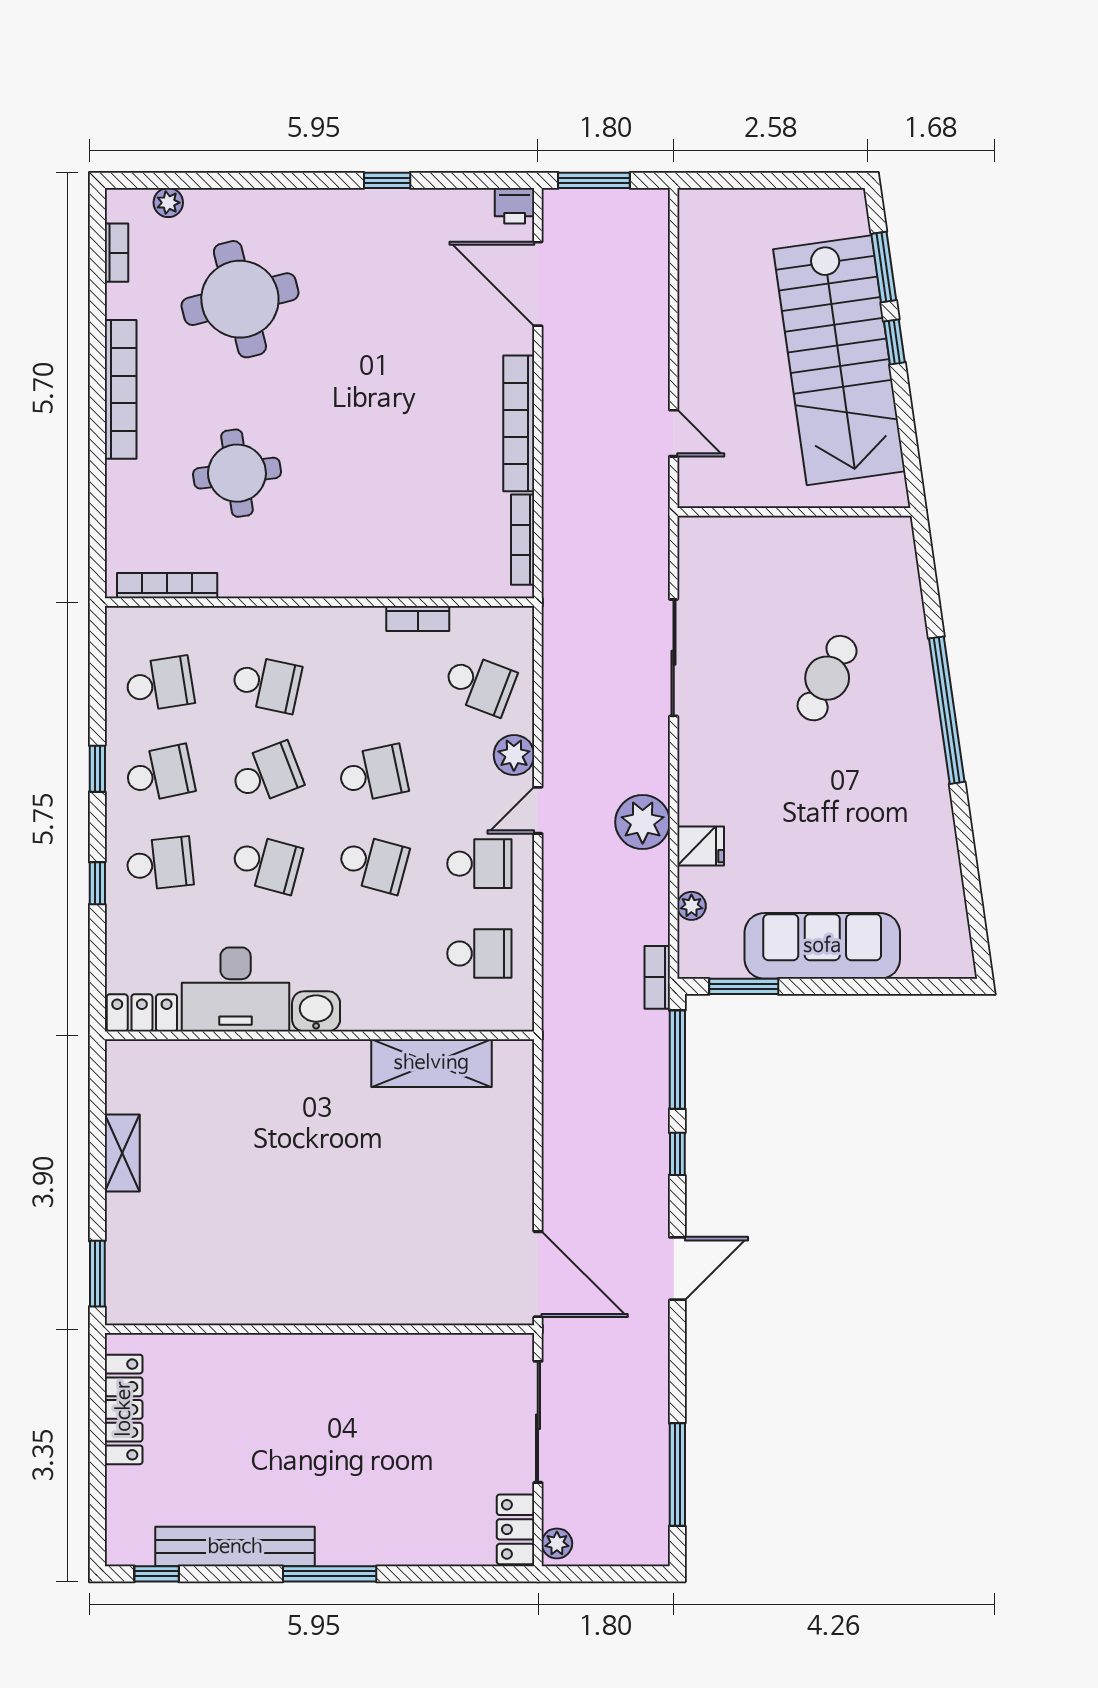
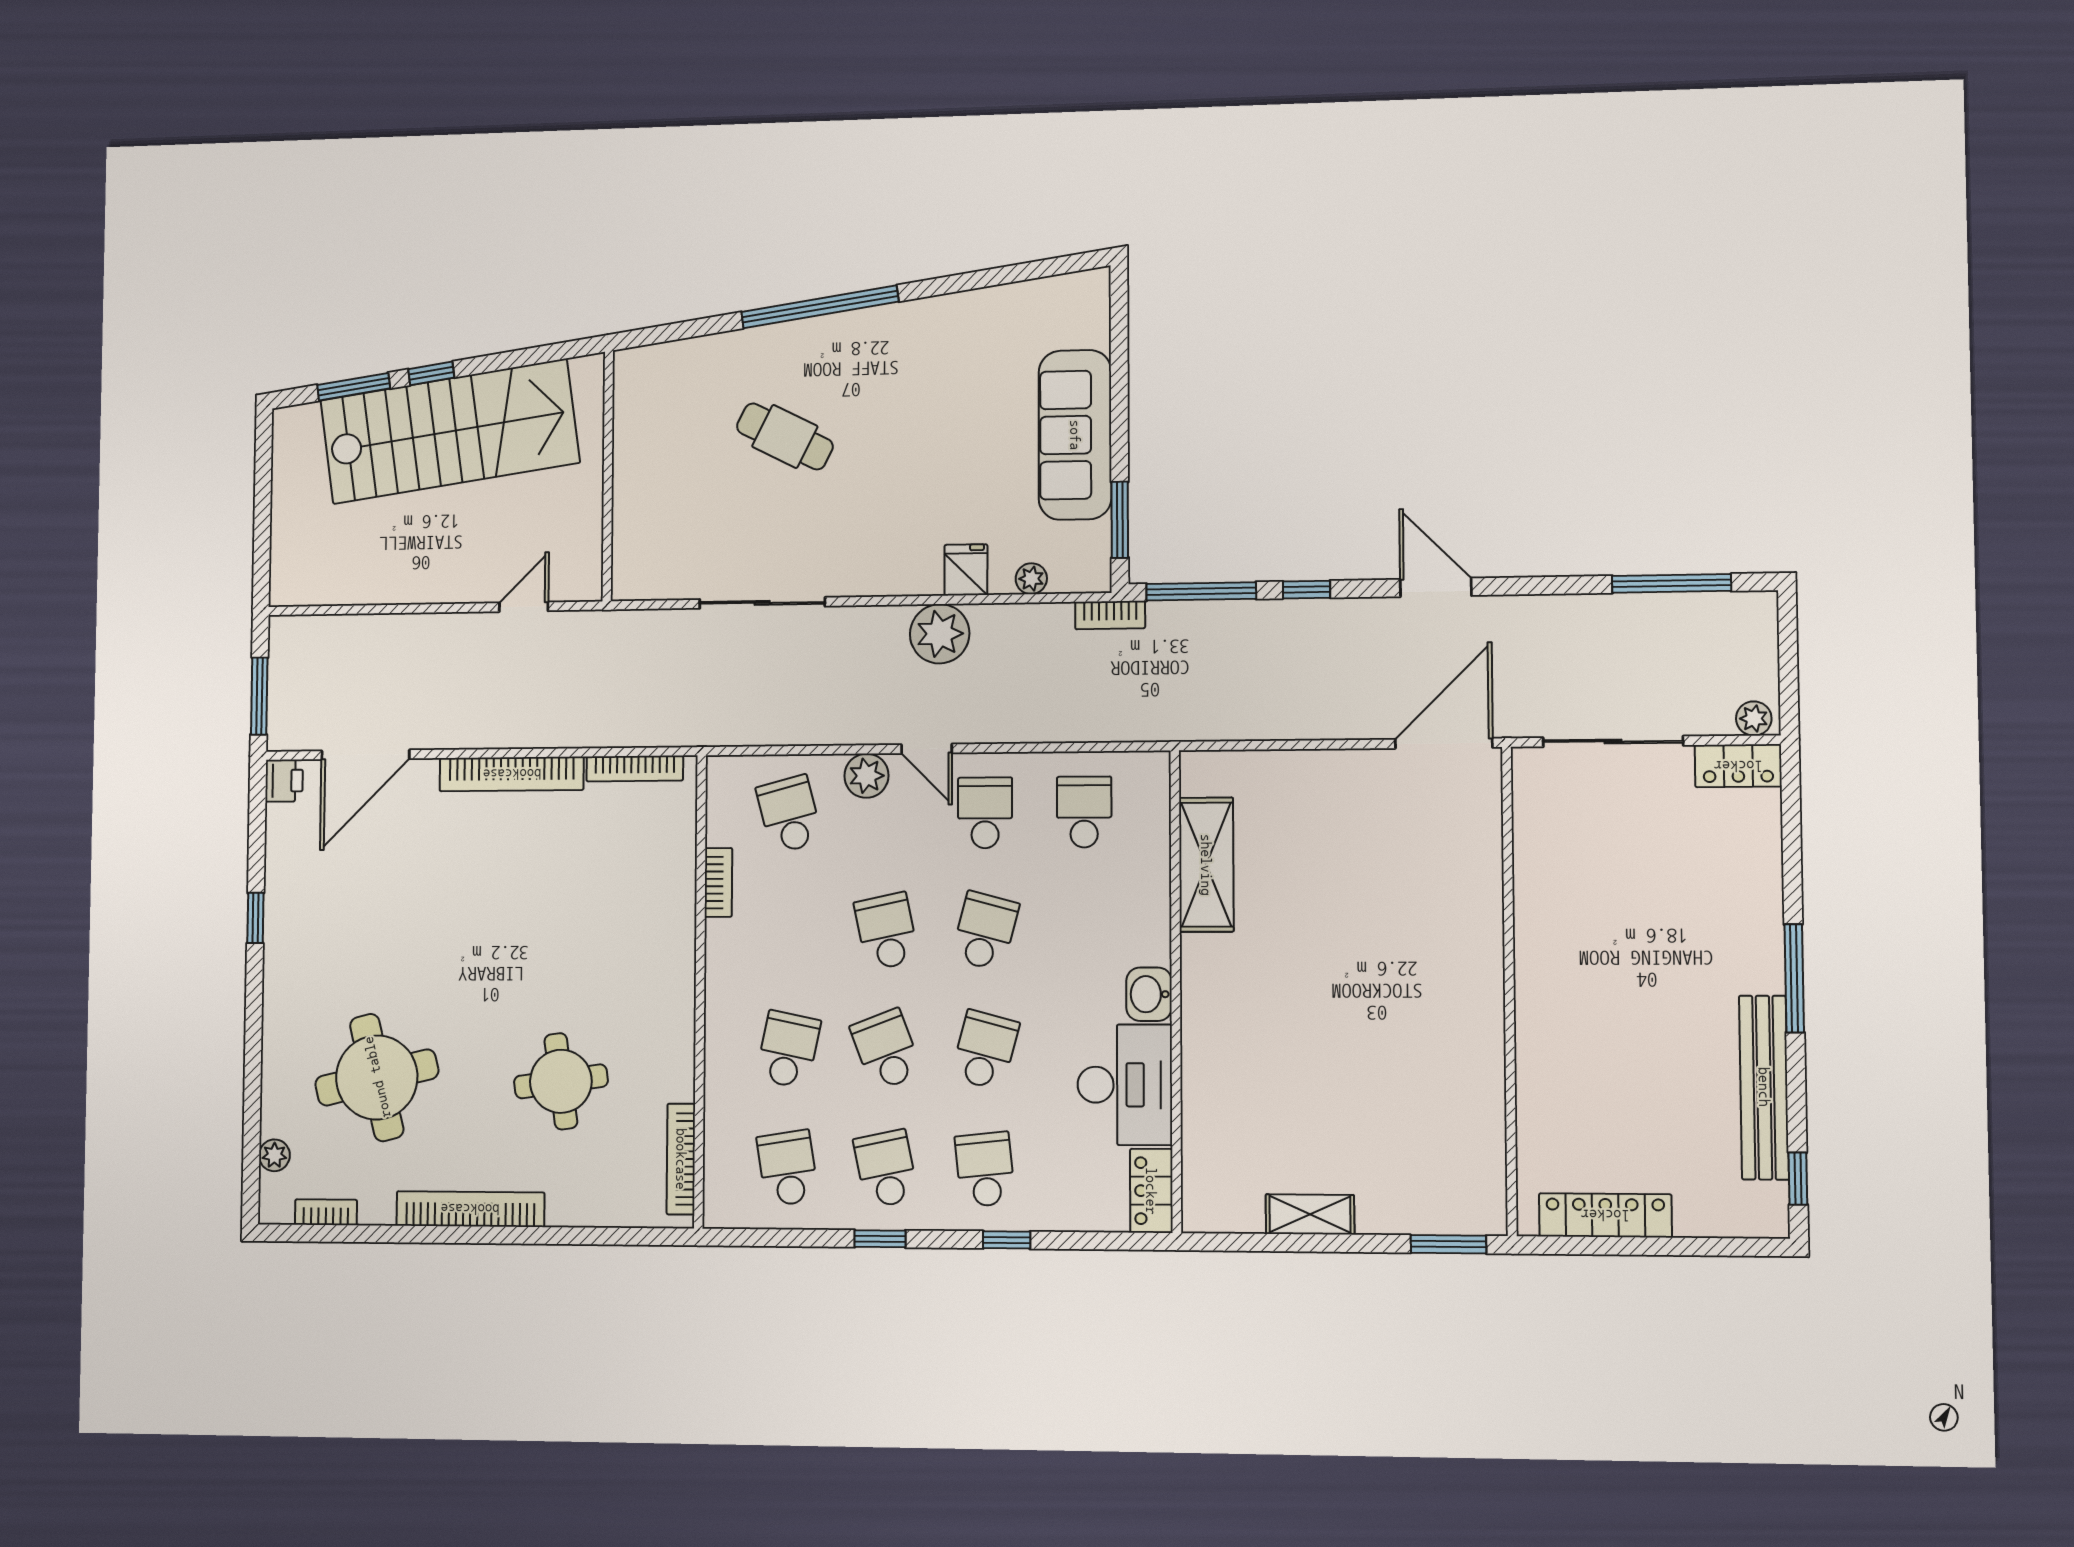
school desk: (479, 684) -> (789, 814), turned -36

